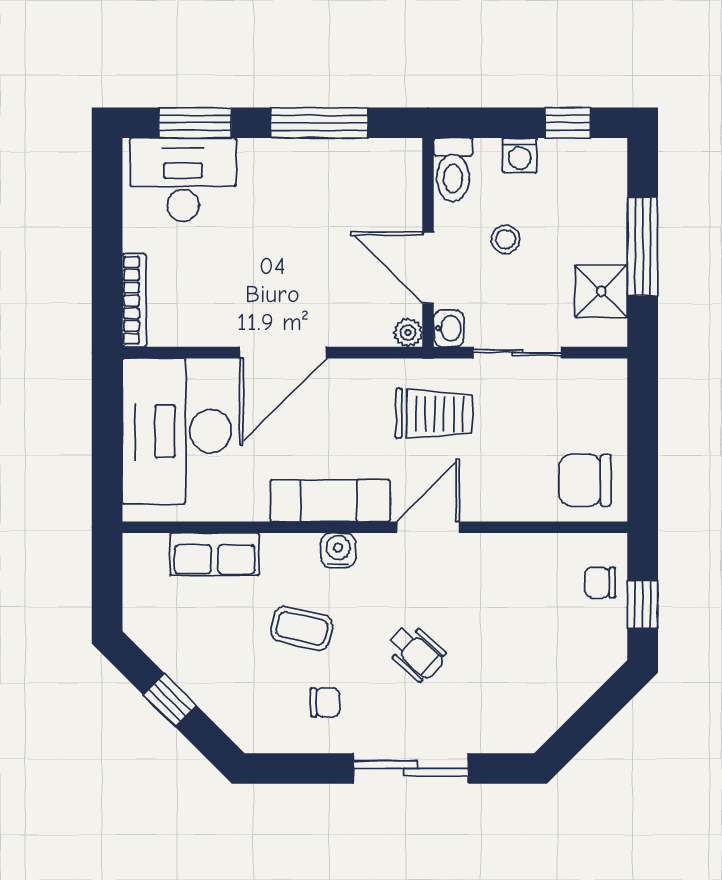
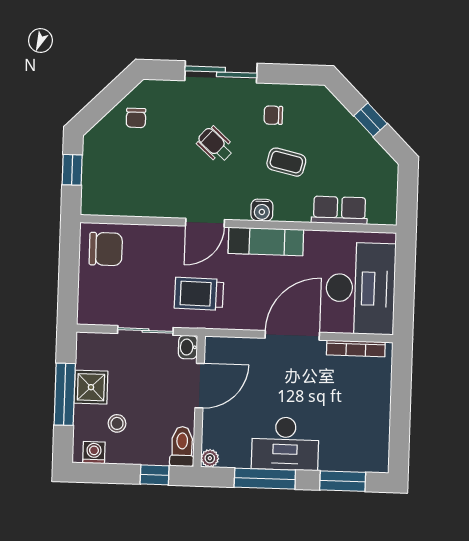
window: (568, 123) -> (155, 475), moved
washing machine: (520, 155) -> (94, 453), moved
desk: (183, 180) -> (285, 444), moved
stool: (506, 239) -> (117, 423), moved
door: (428, 268) -> (200, 386), hinge flipped
shower: (601, 291) -> (91, 387), moved
bookcase: (134, 300) -> (356, 348), moved, turned -90
plant: (408, 333) -> (210, 458), moved
chair: (600, 583) -> (136, 118), moved, turned 90

